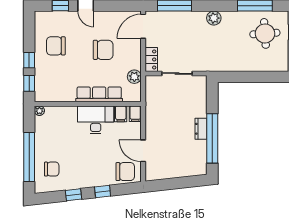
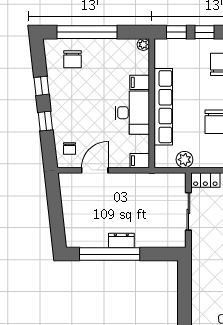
row of seats: (99, 94) -> (163, 107), width x1.36
filing cabinet: (121, 114) -> (140, 82), moved
chair: (125, 172) -> (69, 149), width x0.54, depth x0.54

